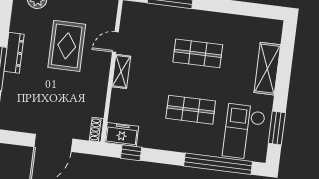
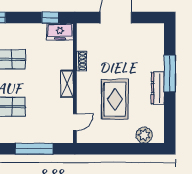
door: (115, 42) -> (75, 122), moved
shoe rack: (97, 130) -> (81, 61), moved

